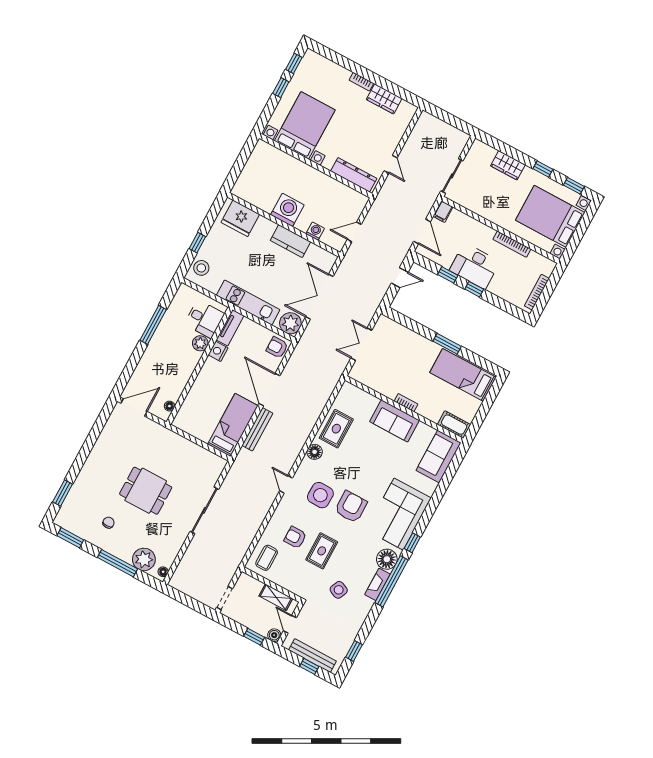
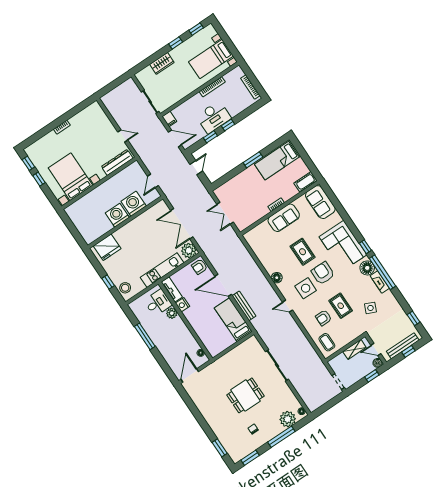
wardrobe: (384, 99) -> (80, 119), removed
bed with nightstands: (550, 216) -> (211, 59), width x0.73
washing machine: (315, 231) -> (134, 204), width x1.89, depth x1.89
kitchen counter: (290, 241) -> (138, 224), removed
rug: (336, 429) -> (303, 252), moved

